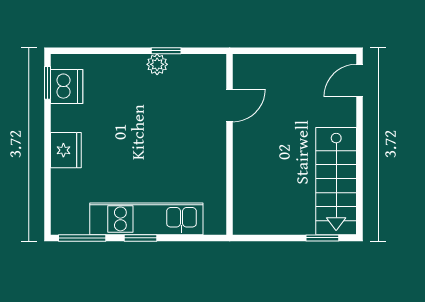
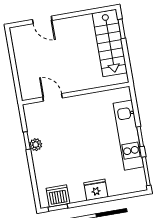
door: (360, 81) -> (42, 20), moved
stairs: (336, 181) -> (110, 43), moved, turned 90

